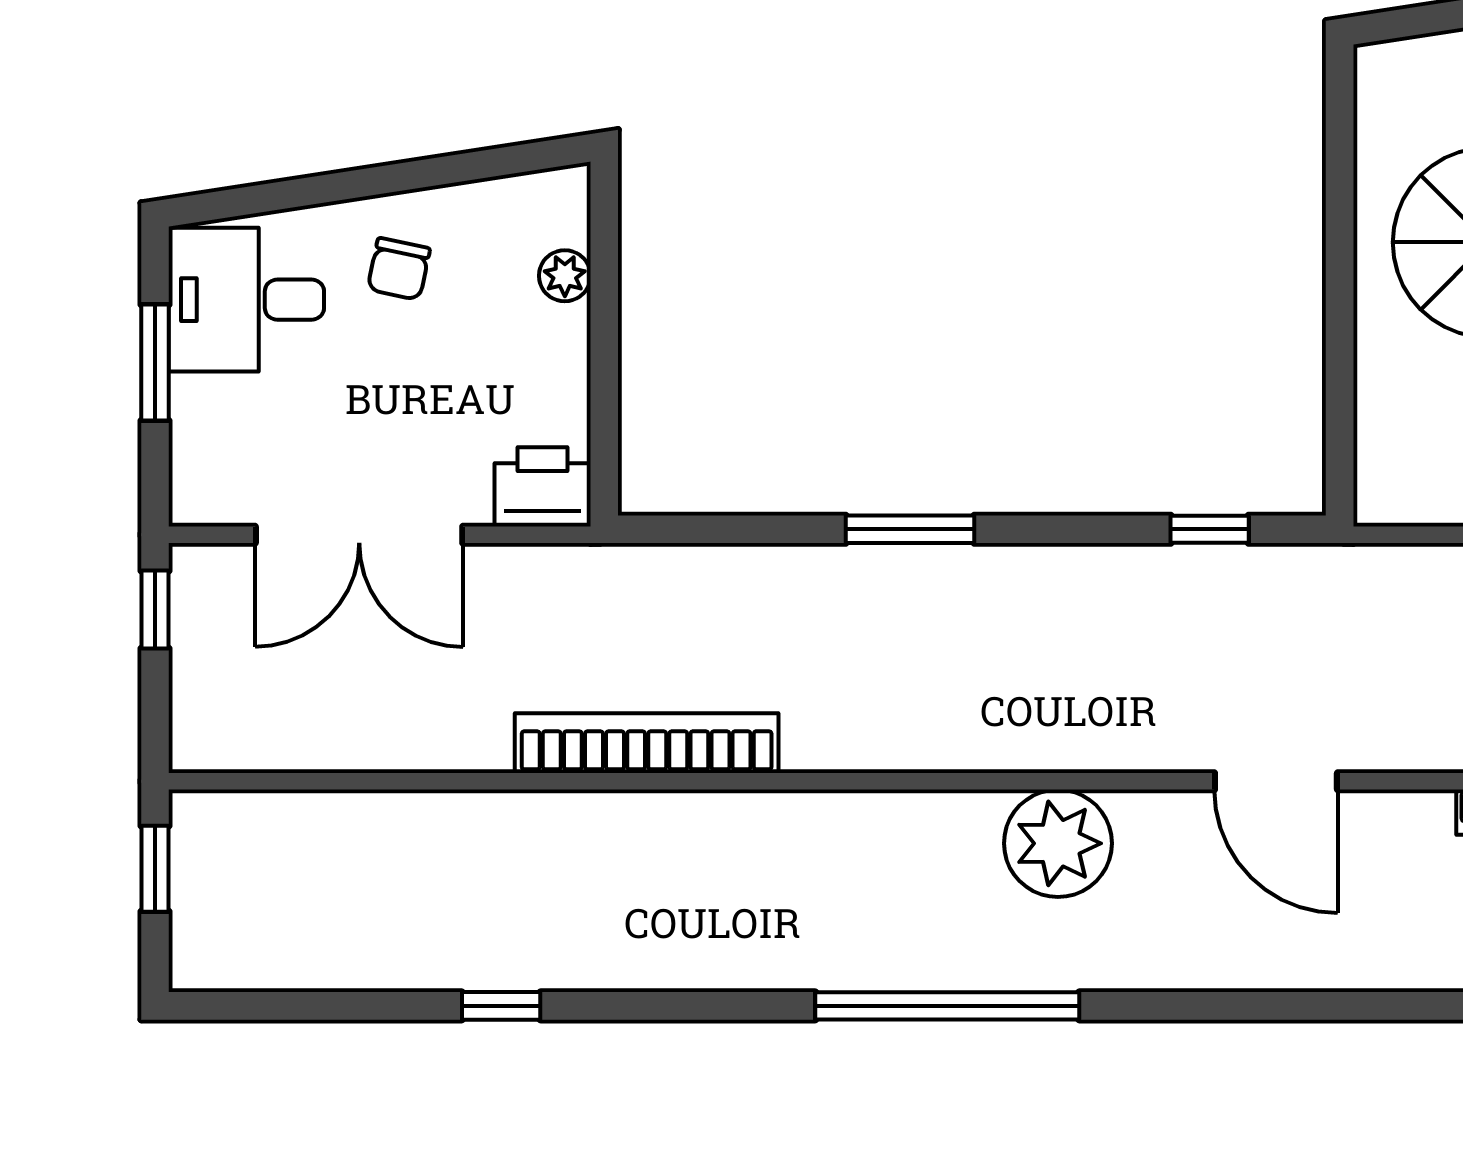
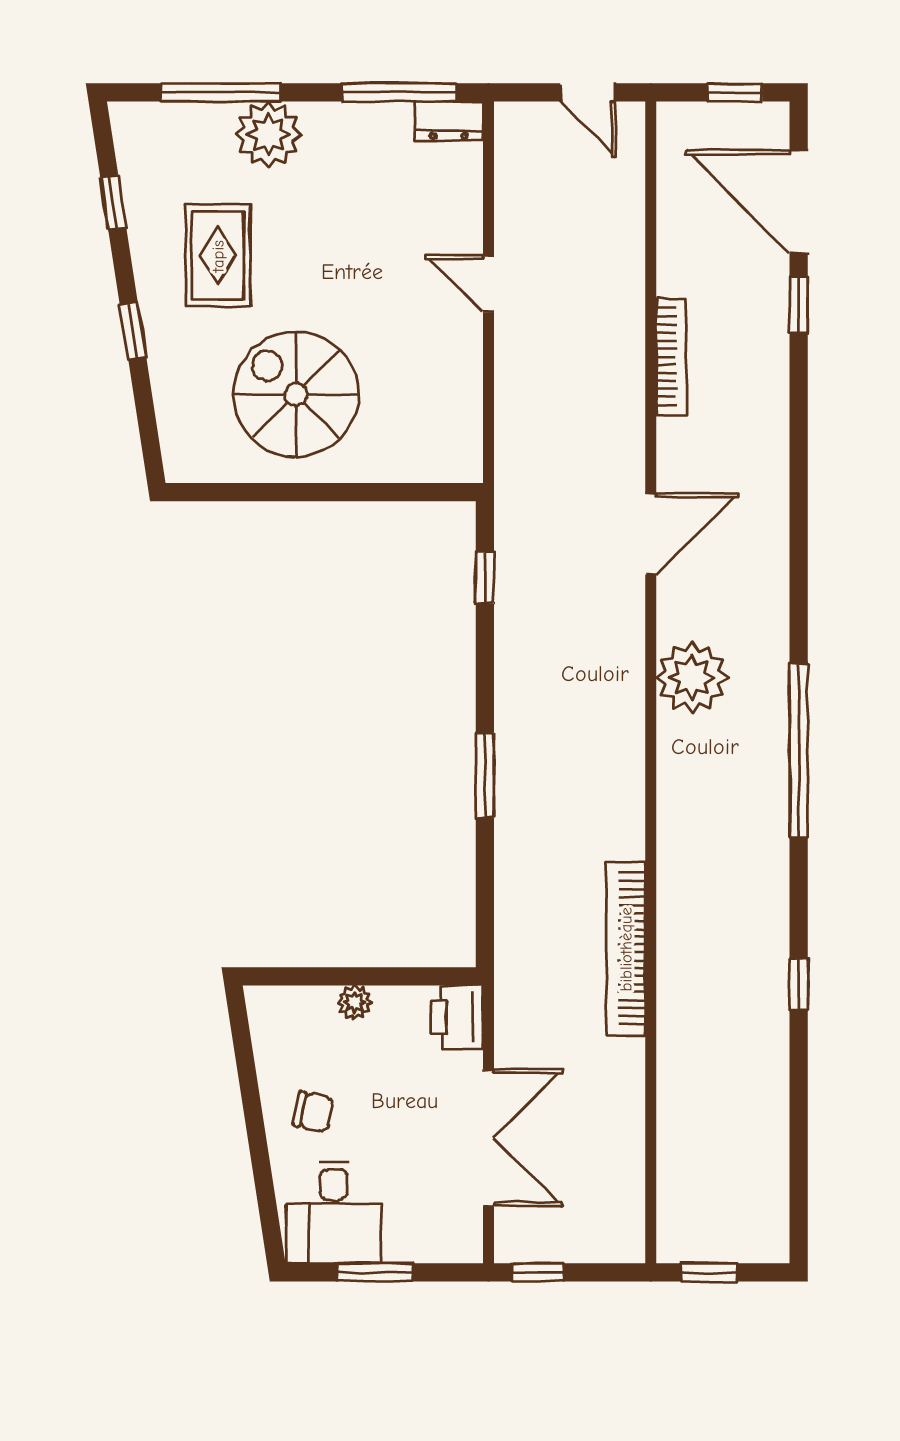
plant: (565, 276) -> (354, 1002), moved
window: (501, 1006) -> (799, 984), moved

